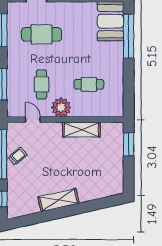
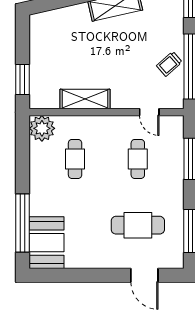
cafe table: (89, 84) -> (75, 159), turned 90
plant: (61, 107) -> (42, 128), moved

